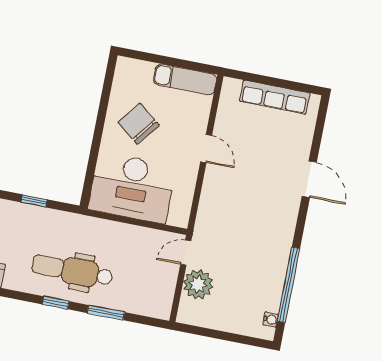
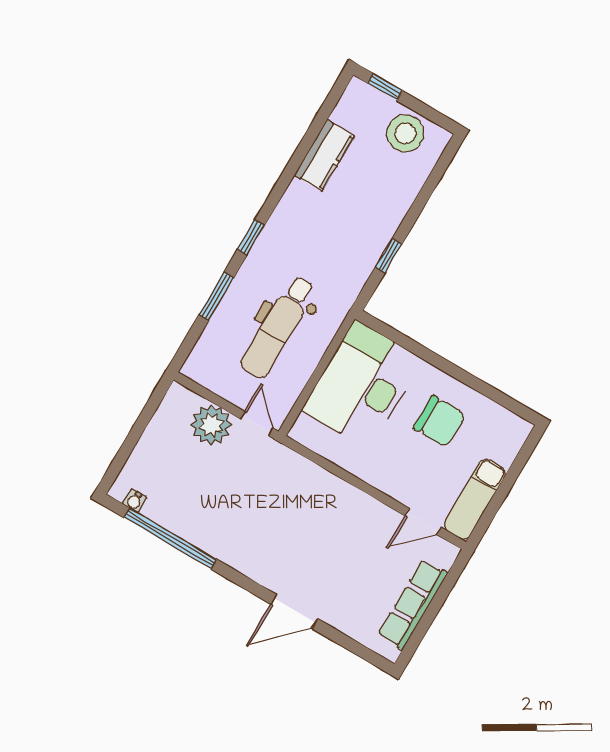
chair: (139, 124) -> (440, 421), turned 52
door: (206, 149) -> (423, 521), moved
dental chair: (72, 271) -> (278, 327), moved, turned 180

